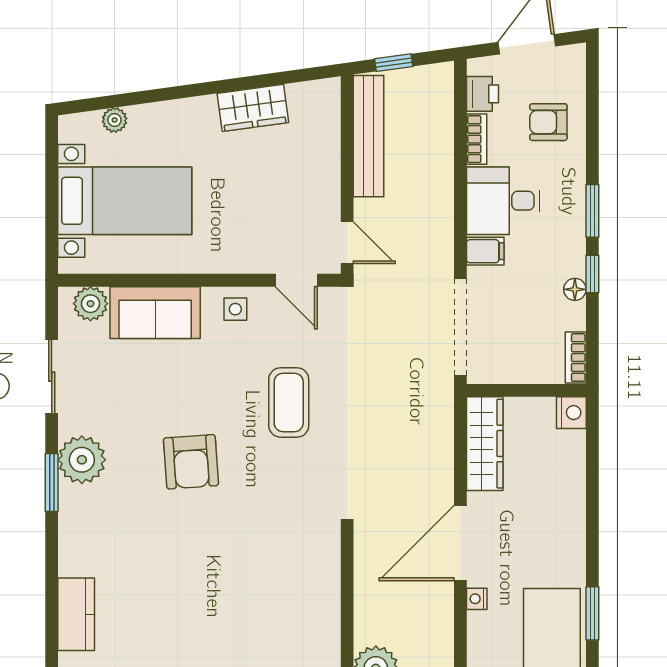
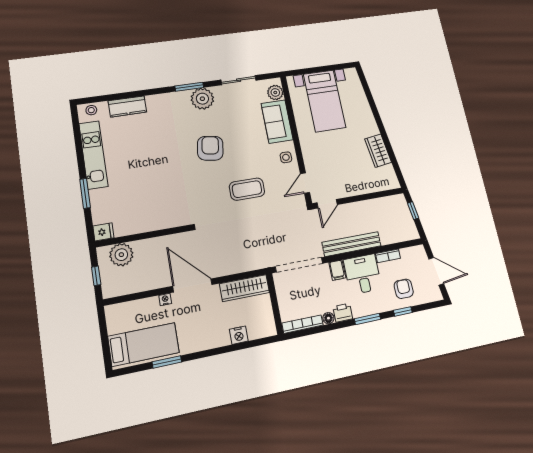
printer: (482, 94) -> (343, 313), moved, turned 180
plant: (115, 120) -> (359, 91), removed
bench: (369, 136) -> (352, 244), moved
window: (592, 274) -> (403, 311), moved
bookcase: (576, 358) -> (303, 324), width x1.56
nightstand: (571, 413) -> (239, 335), moved
armchair: (191, 462) -> (210, 148), turned 103

